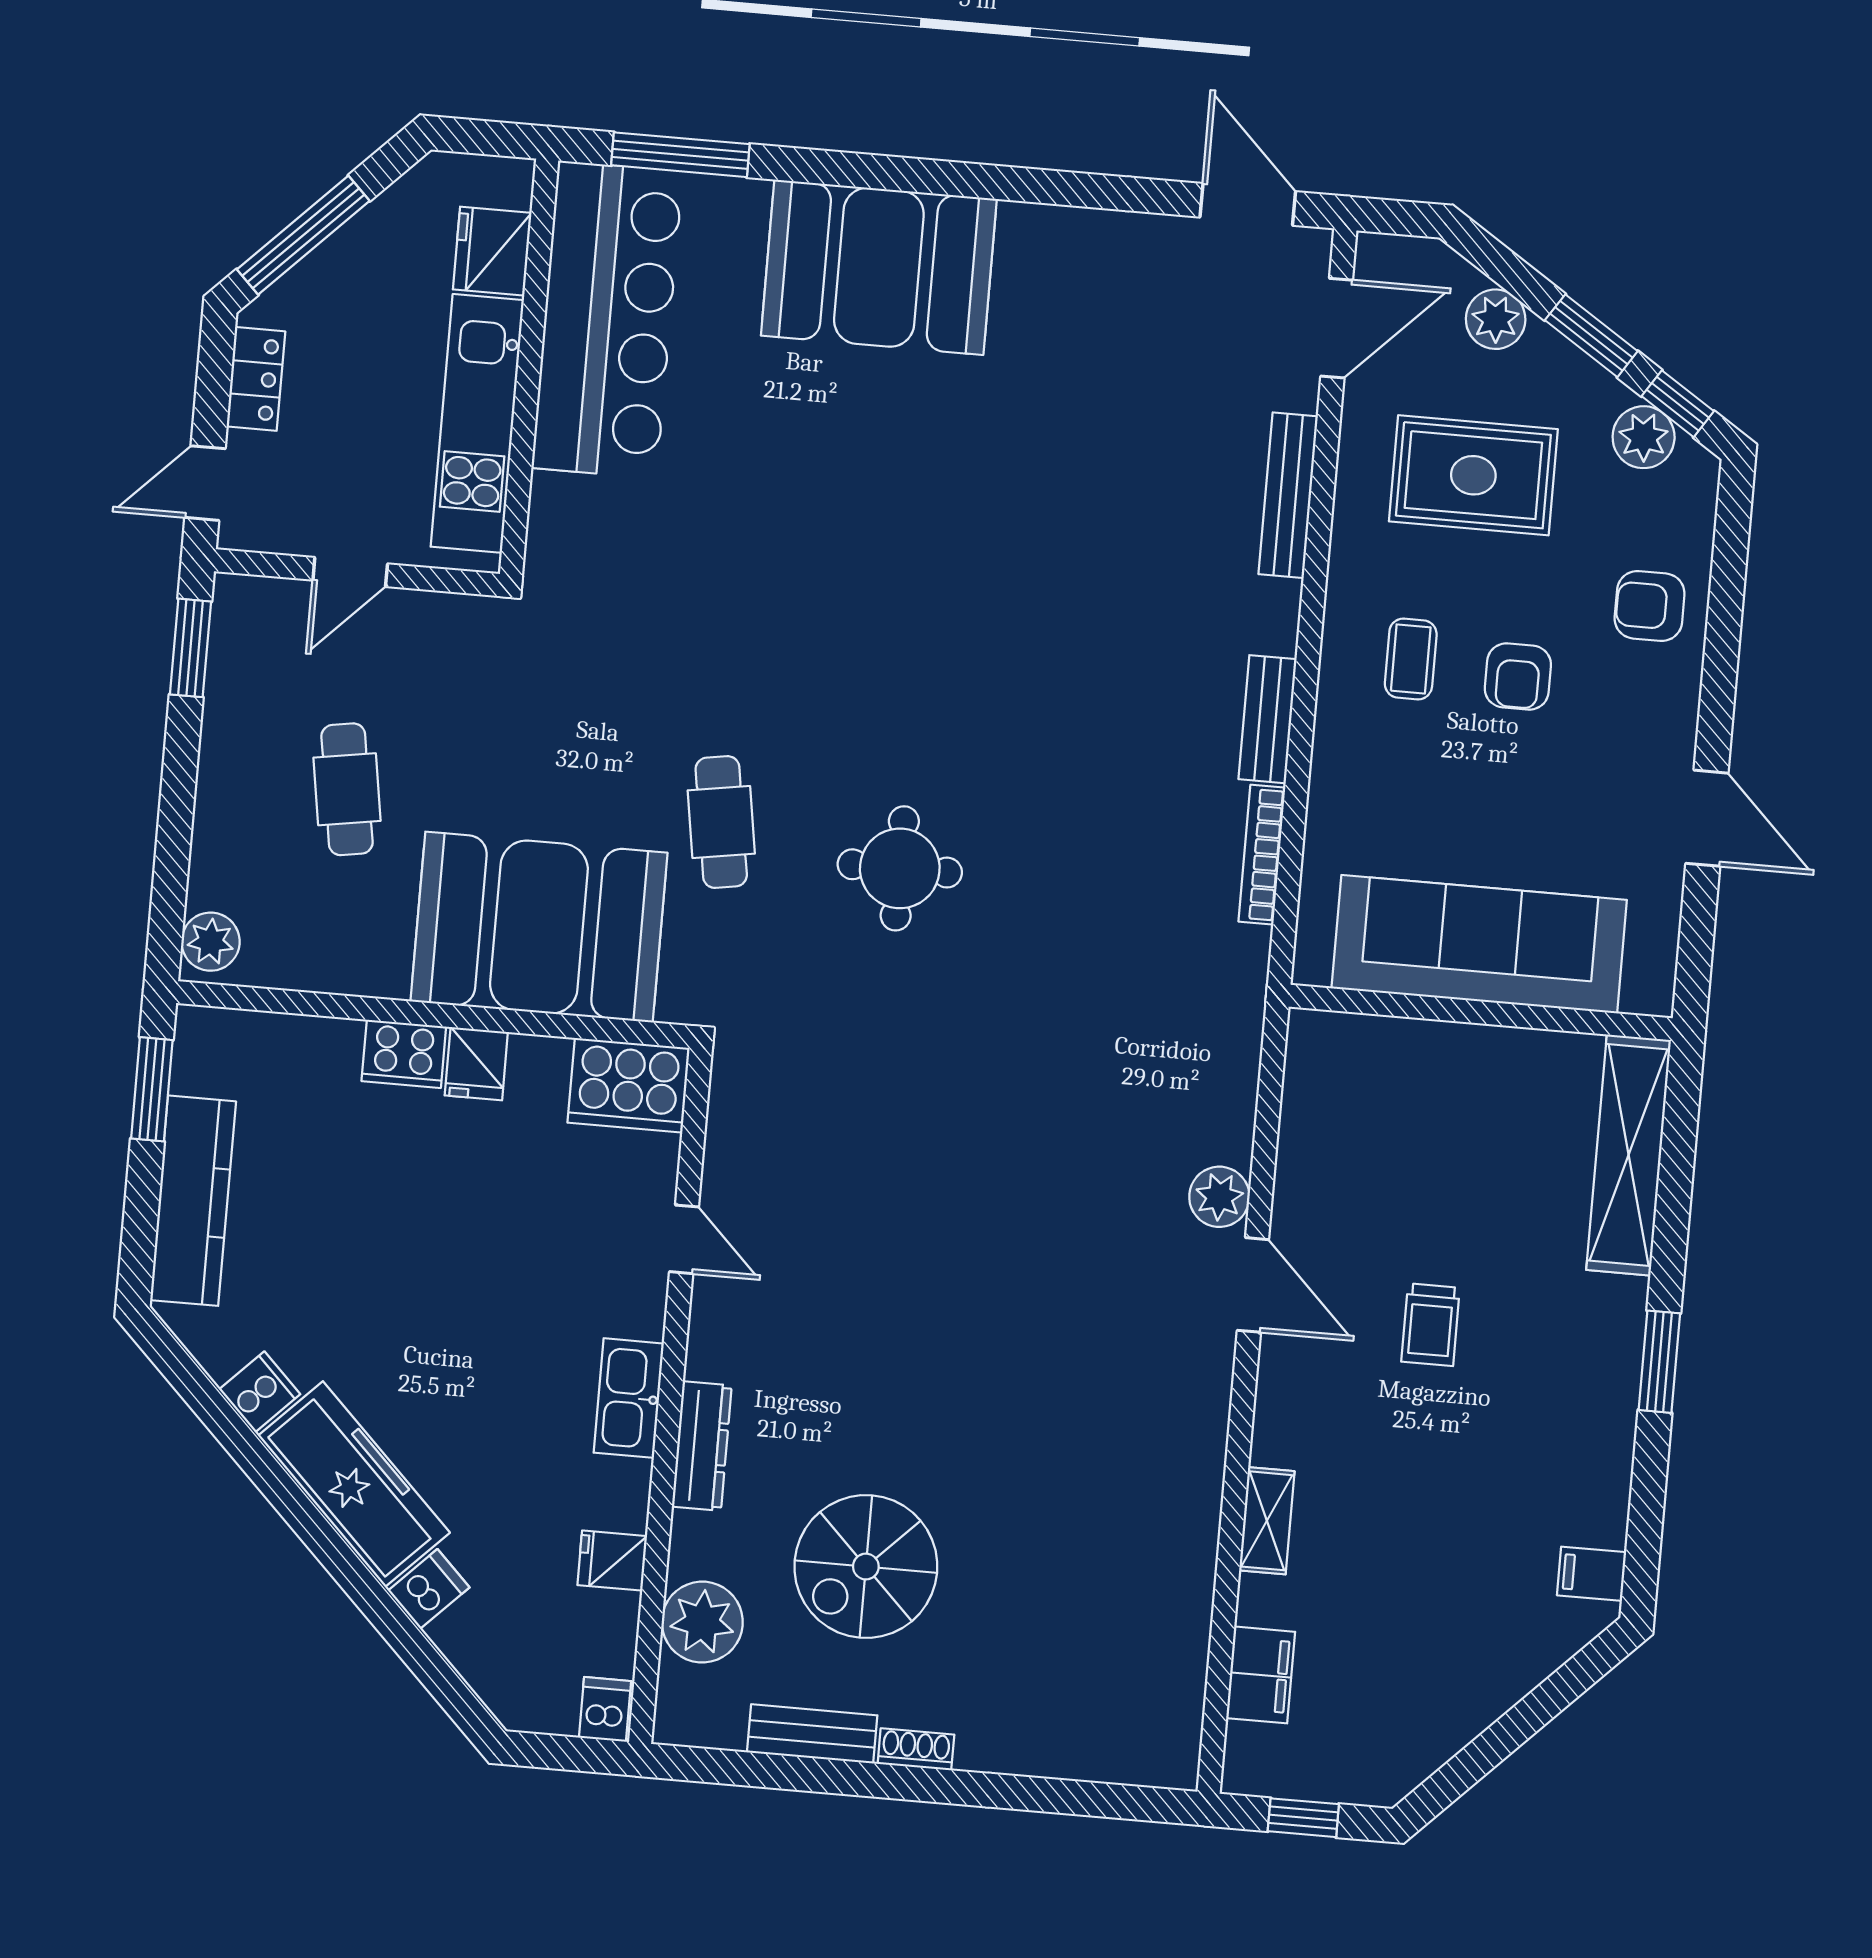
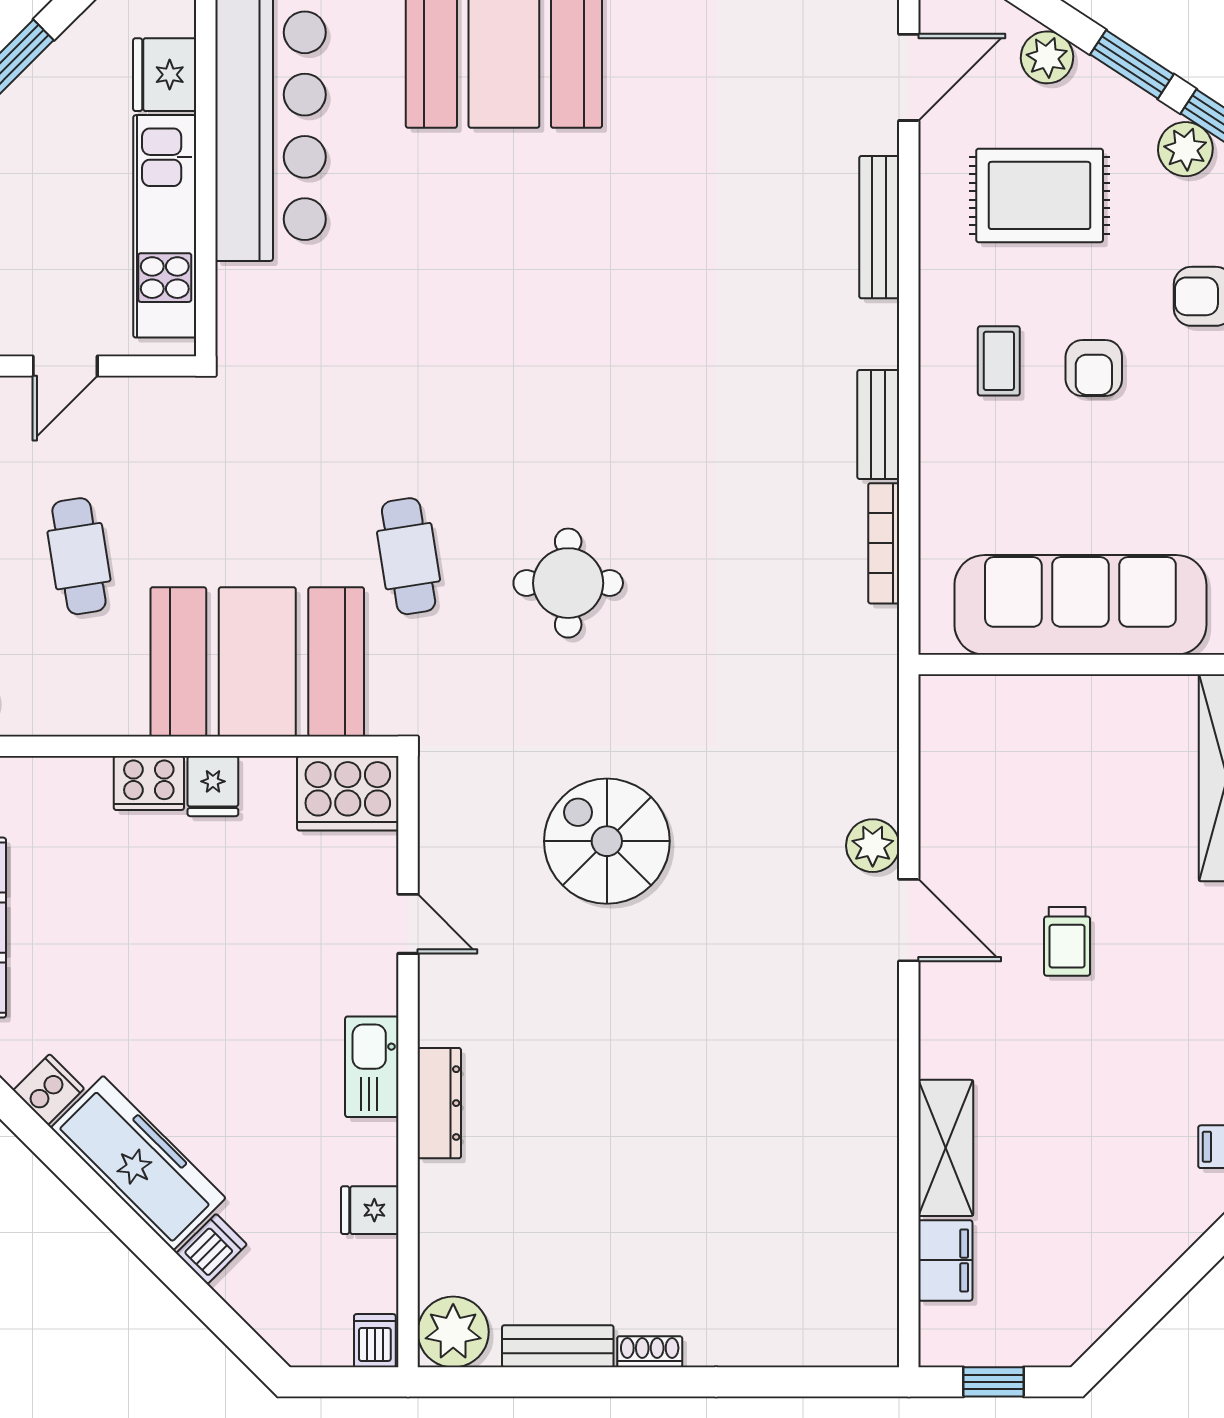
shelving: (1267, 1521) -> (946, 1148), width x1.50, depth x1.33
spiral stairs: (866, 1567) -> (607, 841), moved, turned 90
plant: (702, 1622) -> (453, 1332), moved

